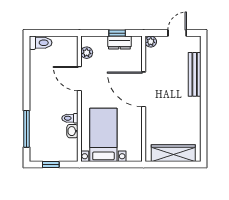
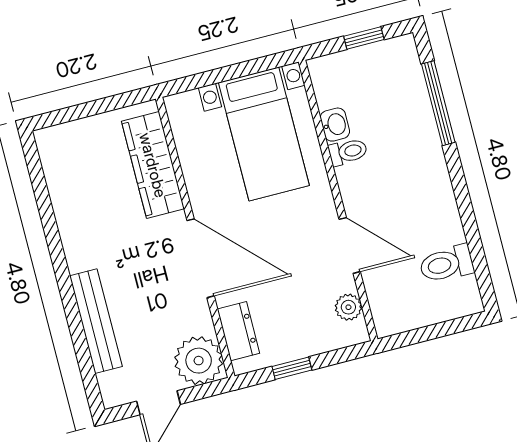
plant: (151, 42) -> (199, 361), width x1.88, depth x1.88
toilet: (41, 43) -> (447, 264), moved
dresser: (119, 43) -> (238, 331), moved, turned 90
wardrobe: (173, 153) -> (153, 165), moved, turned 90

